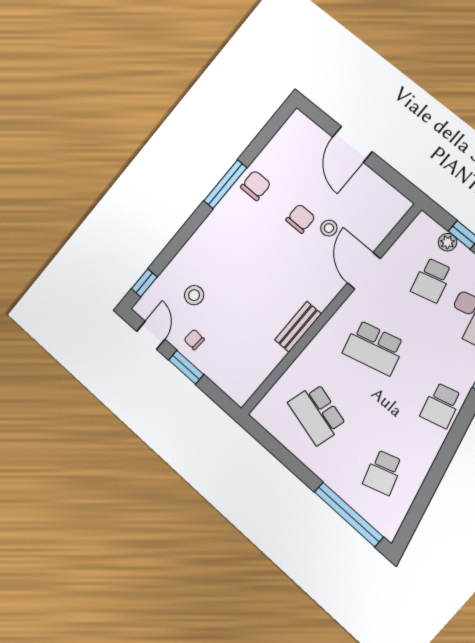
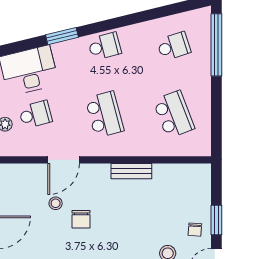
chair: (300, 219) -> (81, 219), moved, turned -90
school desk: (317, 414) -> (174, 114), turned -36

